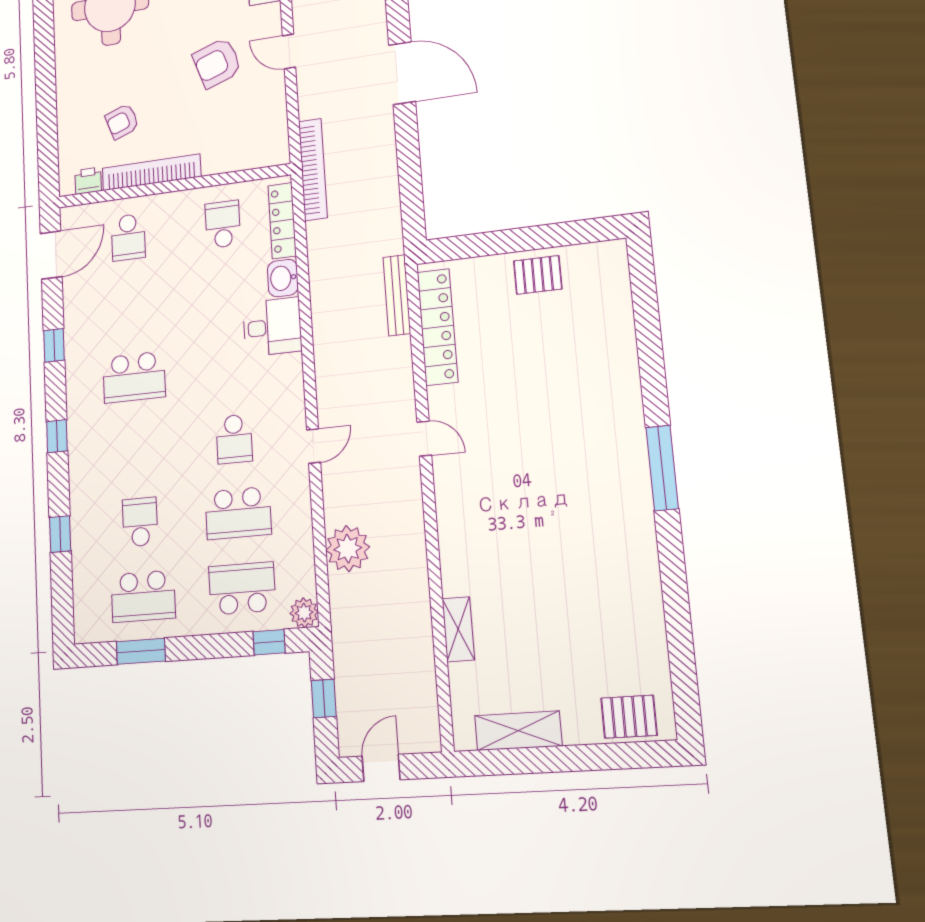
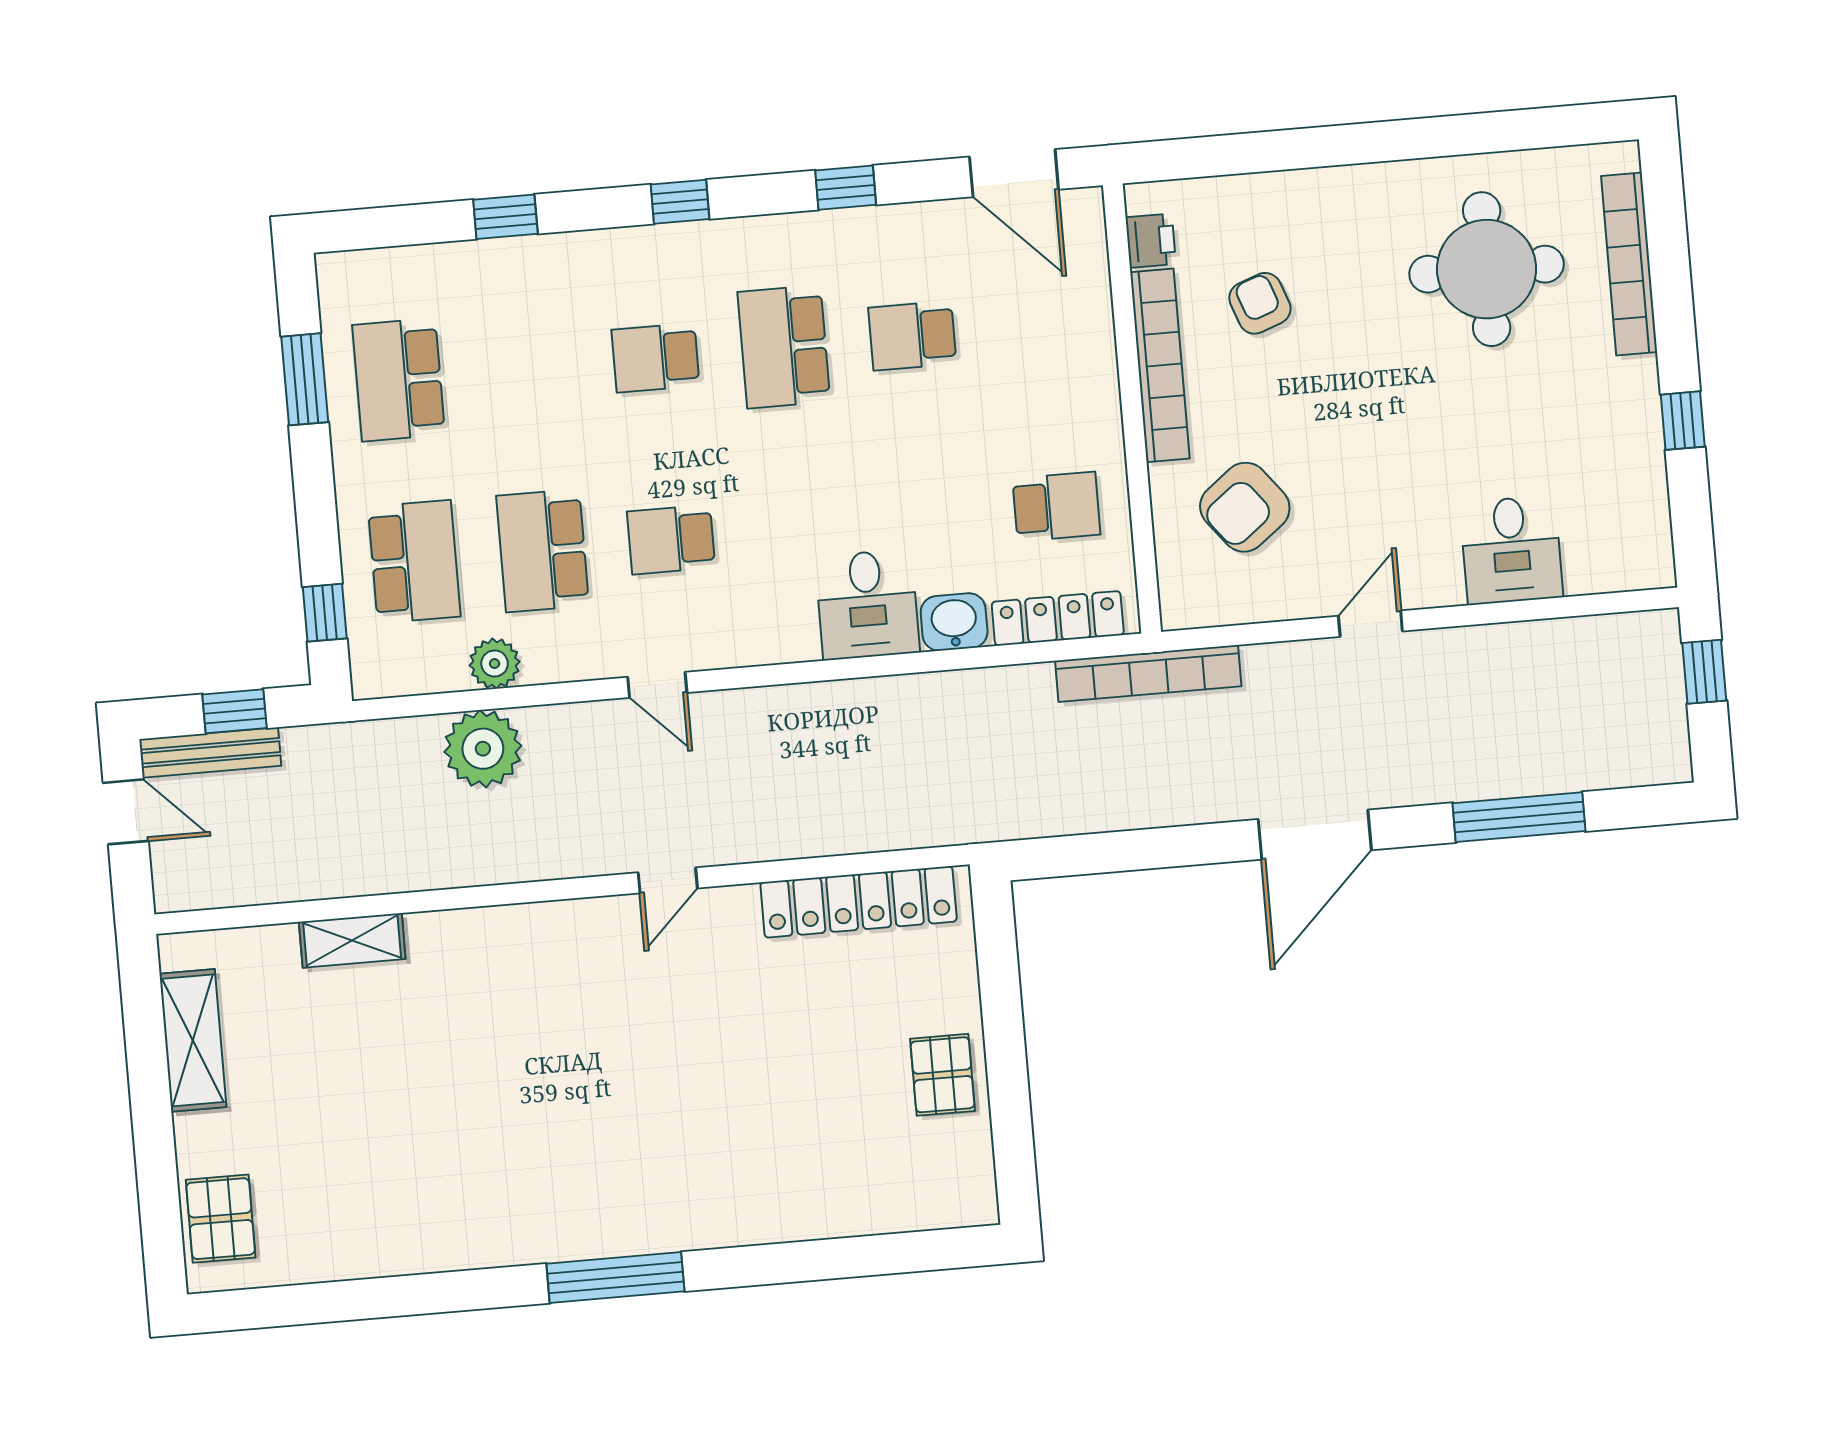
armchair: (217, 63) -> (1245, 507), moved, turned -109
school desk: (128, 237) -> (912, 336), moved
bench: (397, 295) -> (210, 753), moved
school desk: (140, 522) -> (655, 358), moved, turned 180
plant: (304, 613) -> (495, 664), moved

